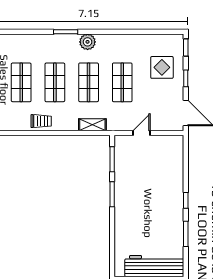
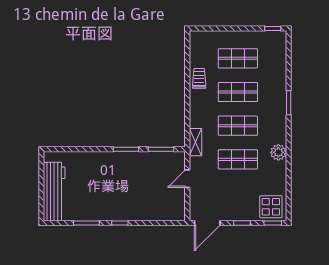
plant: (88, 42) -> (278, 152), moved
display table: (162, 67) -> (271, 207), moved
trolley: (41, 121) -> (199, 78), turned 180
shelving: (92, 125) -> (196, 142), moved
door: (141, 133) -> (187, 179), swing flipped

